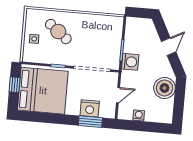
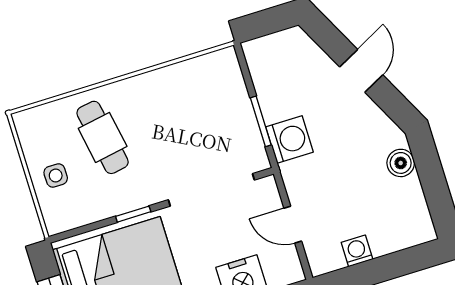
cafe table: (58, 32) -> (103, 137), turned 42
boiler: (165, 88) -> (401, 163), width x0.54, depth x0.54
door: (118, 95) -> (293, 225), swing flipped

